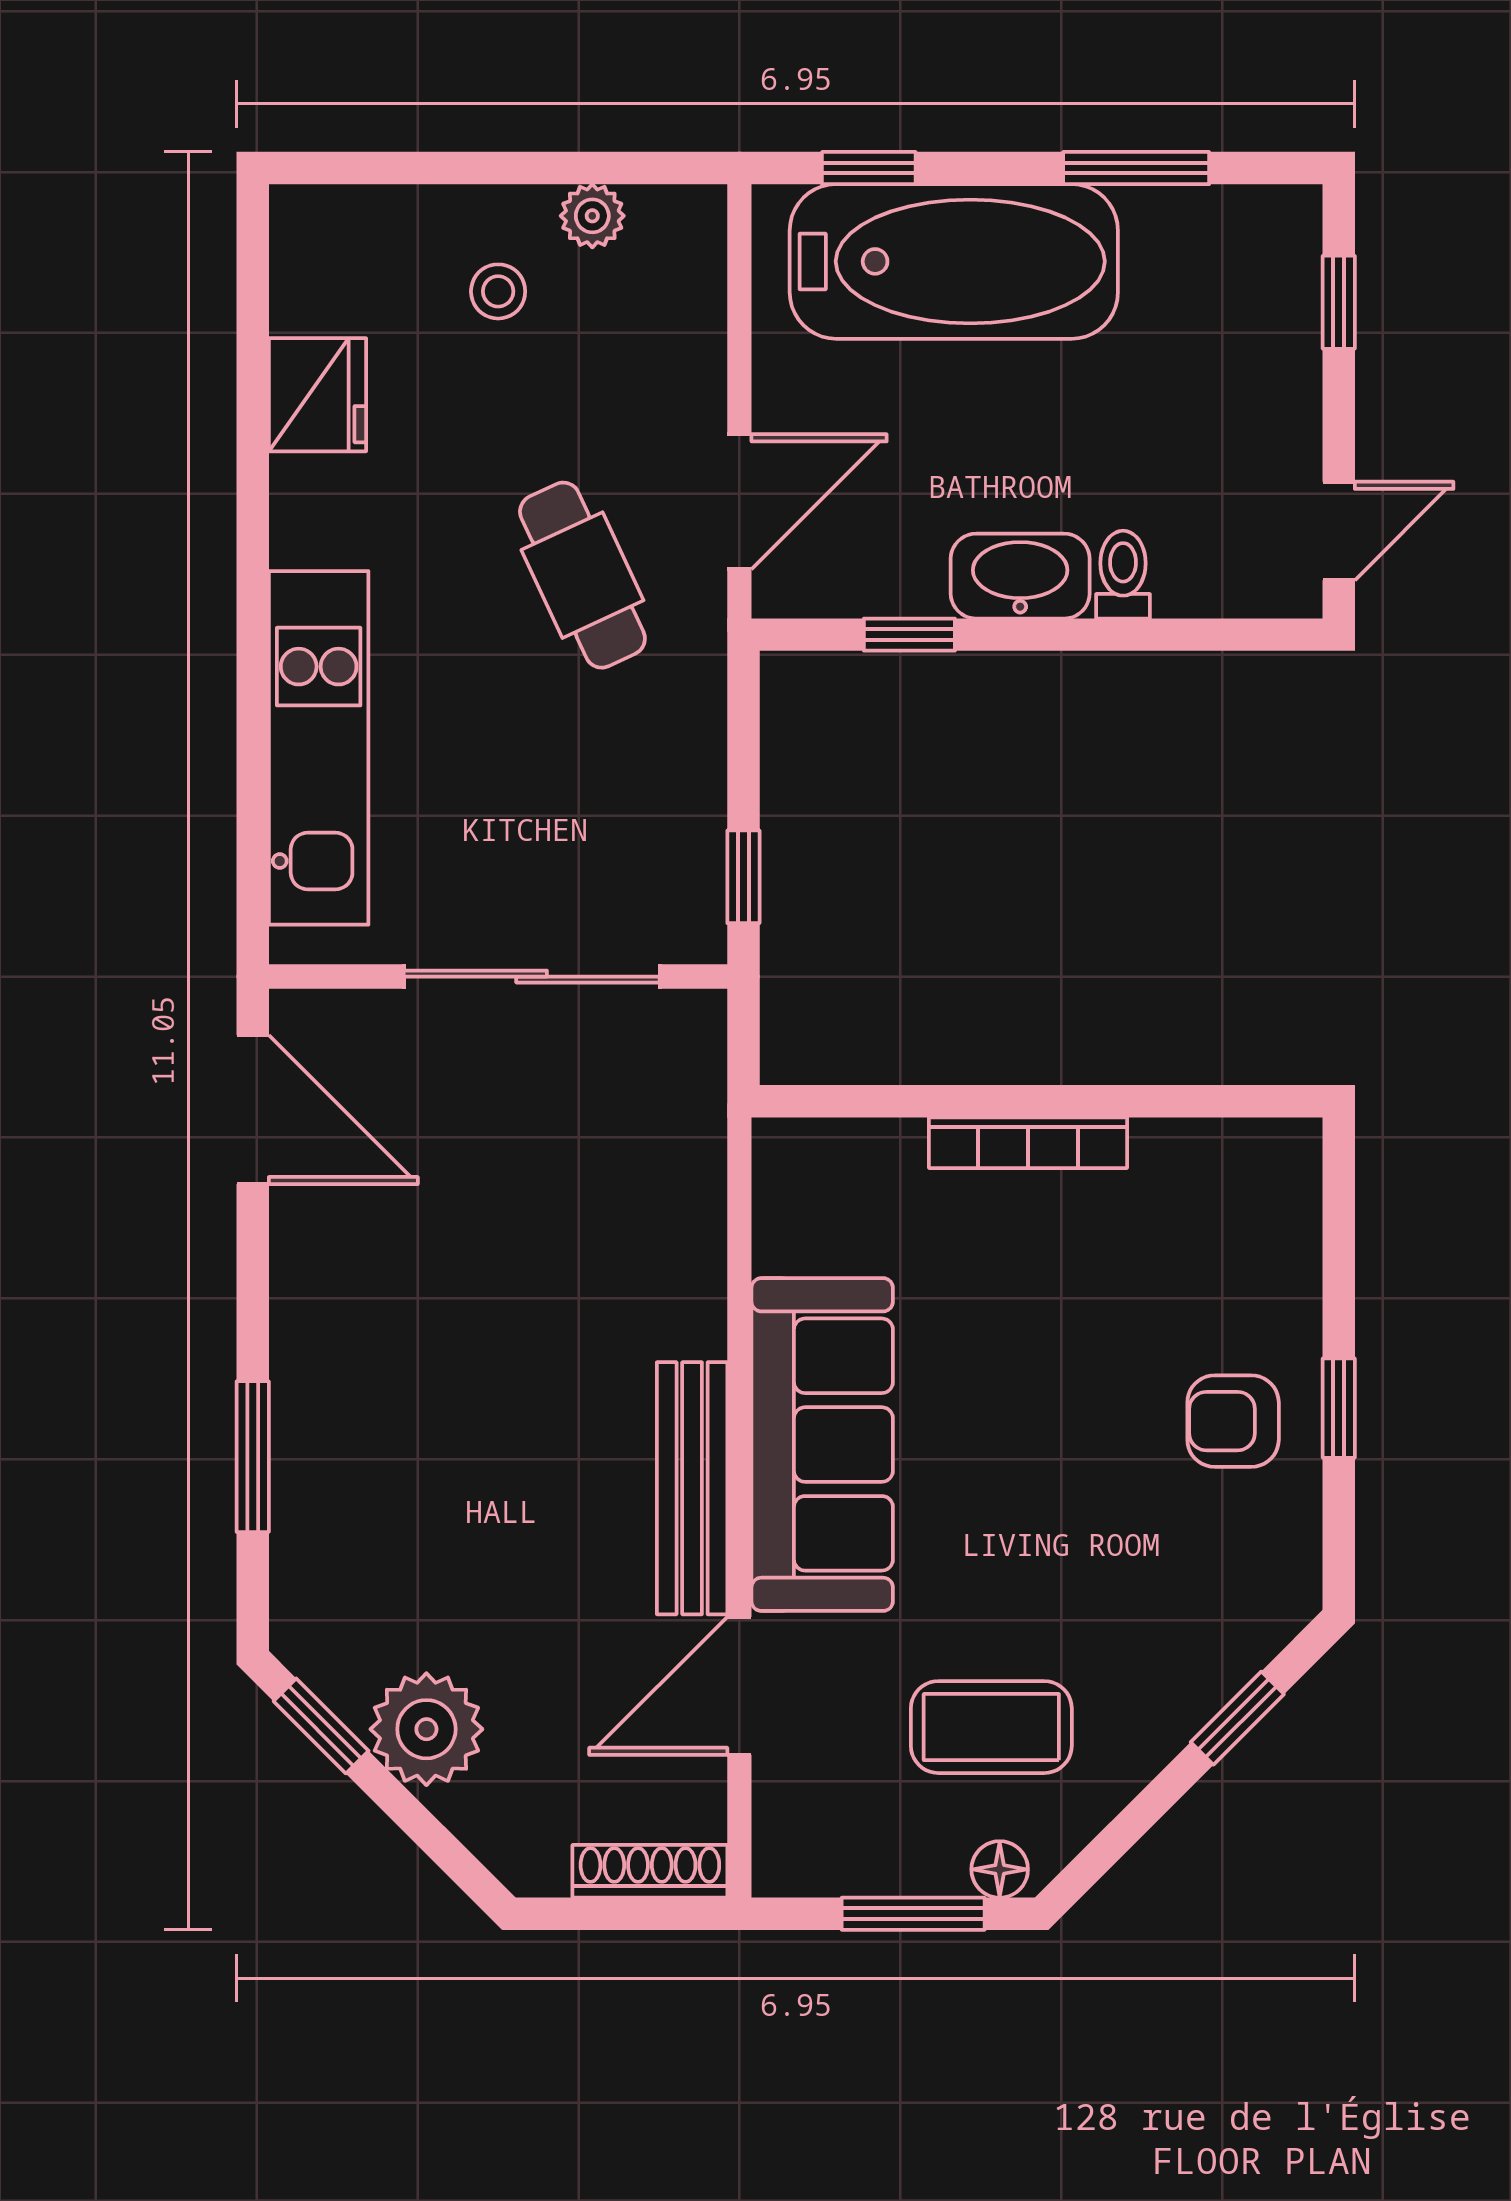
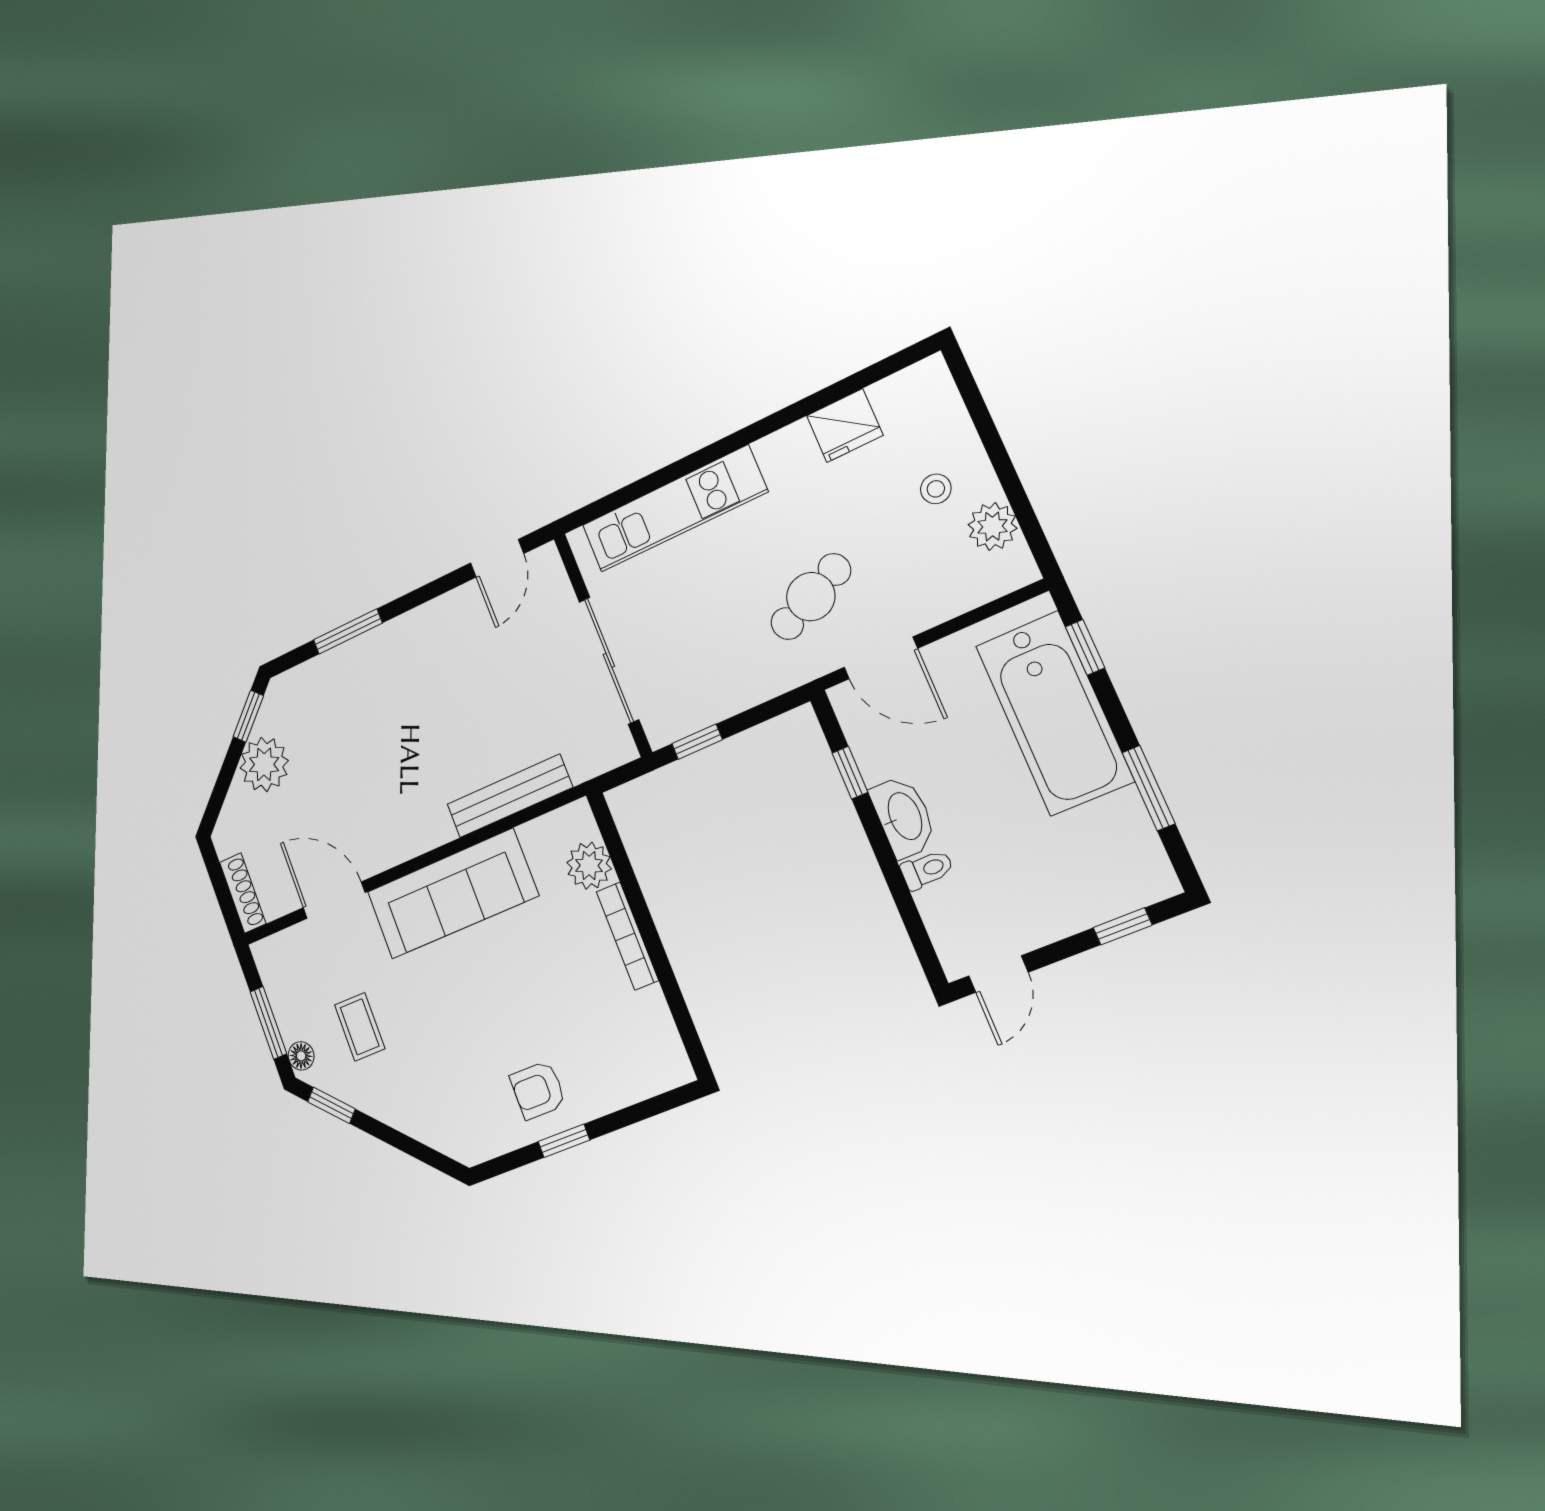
plant: (592, 216) -> (992, 526), width x1.38, depth x1.38
door: (1339, 531) -> (998, 974), hinge flipped
door: (253, 1110) -> (497, 558), width x0.73
plant: (877, 1163) -> (589, 866), added
armchair: (1233, 1421) -> (538, 1090), turned -90
bench: (692, 1488) -> (510, 796), moved
window: (1237, 1718) -> (331, 1105), moved
coffee table: (991, 1727) -> (360, 1027), width x0.73, depth x0.77

